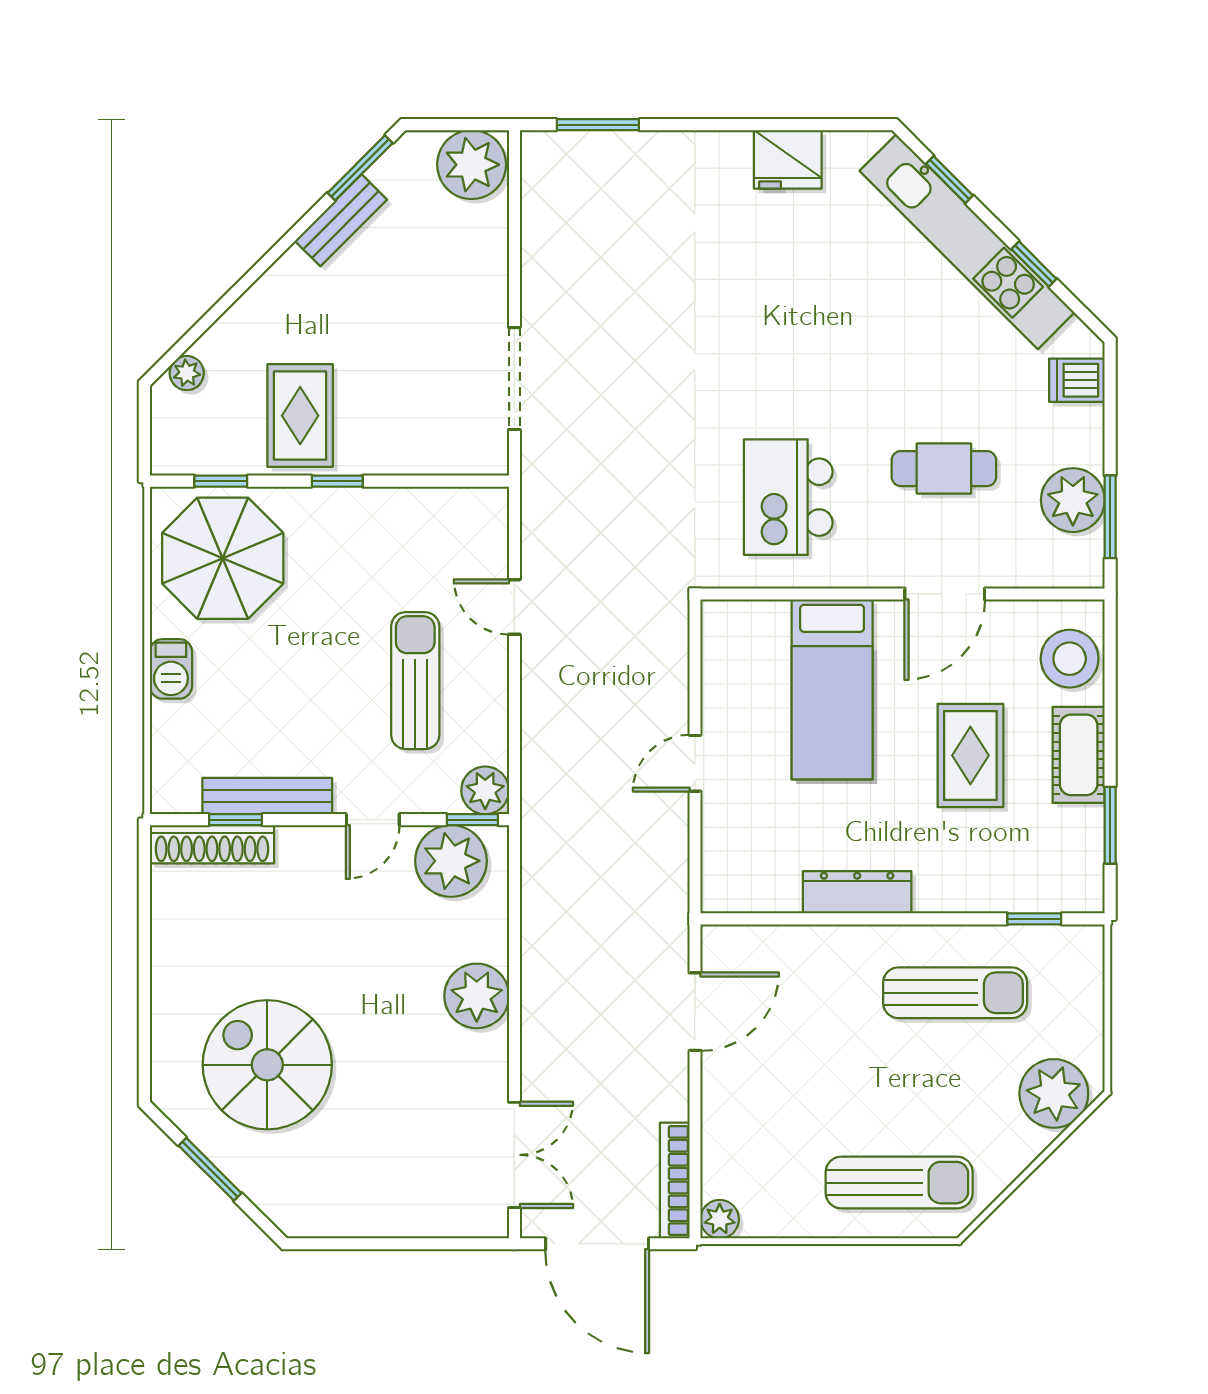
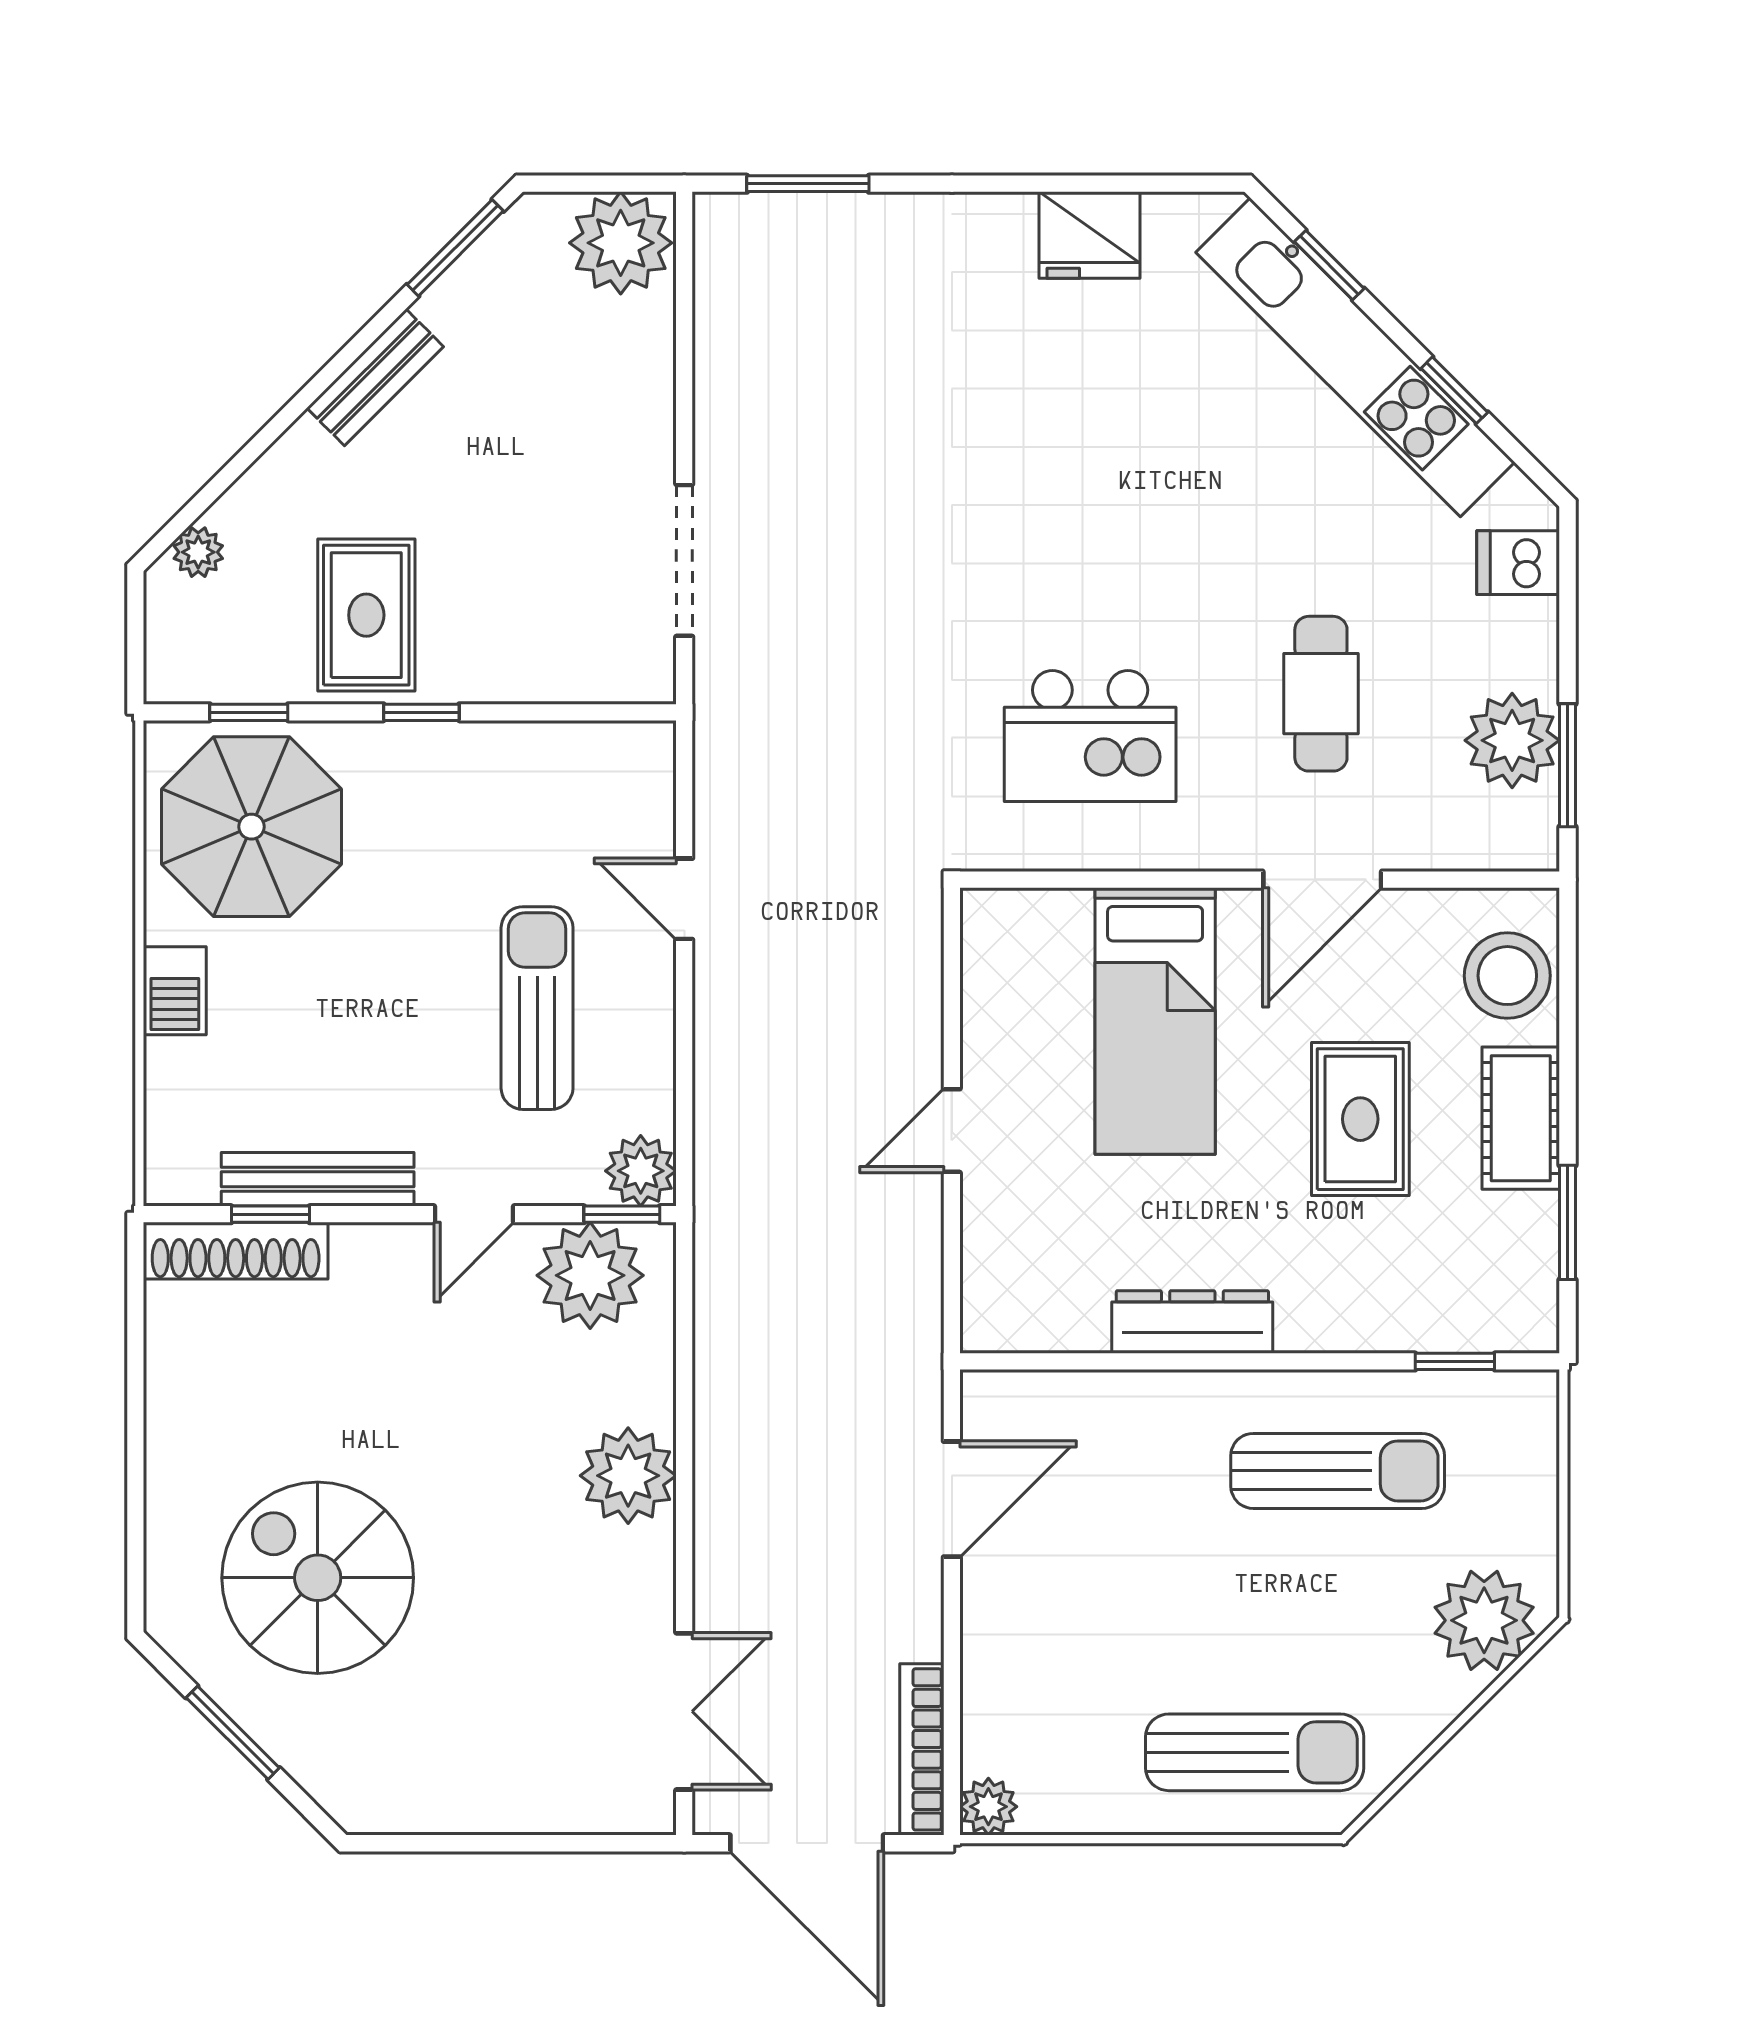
bench: (341, 220) -> (375, 377), moved
cafe table: (944, 469) -> (1321, 694), turned 90
kitchen island: (788, 497) -> (1090, 736), turned -90

